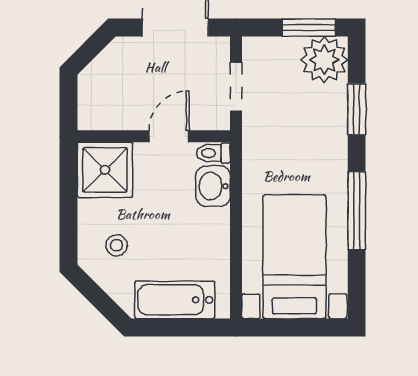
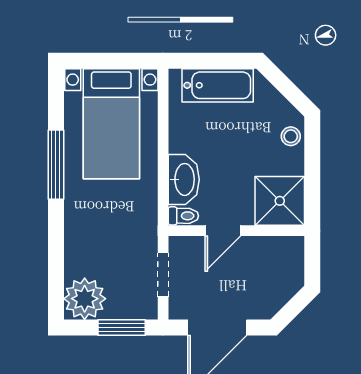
window: (309, 28) -> (122, 327), moved
window: (357, 109) -> (56, 255), removed
washbasin: (213, 186) -> (184, 179), width x1.38
stool: (116, 245) -> (291, 136), moved

